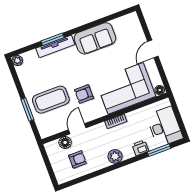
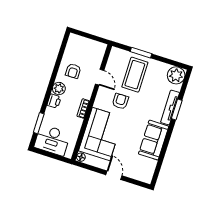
plant: (17, 61) -> (176, 75), width x1.88, depth x1.88
floor lamp: (65, 142) -> (97, 61), removed
printer: (140, 148) -> (54, 101), moved
armchair: (77, 159) -> (73, 71), moved

